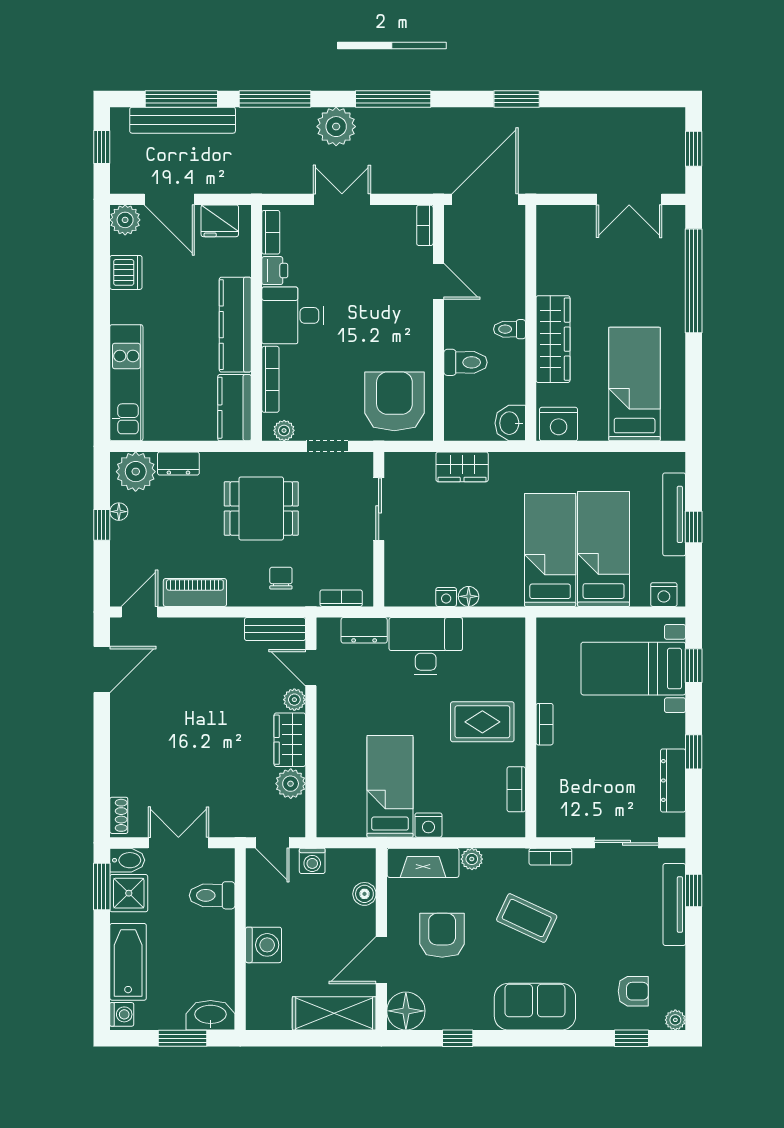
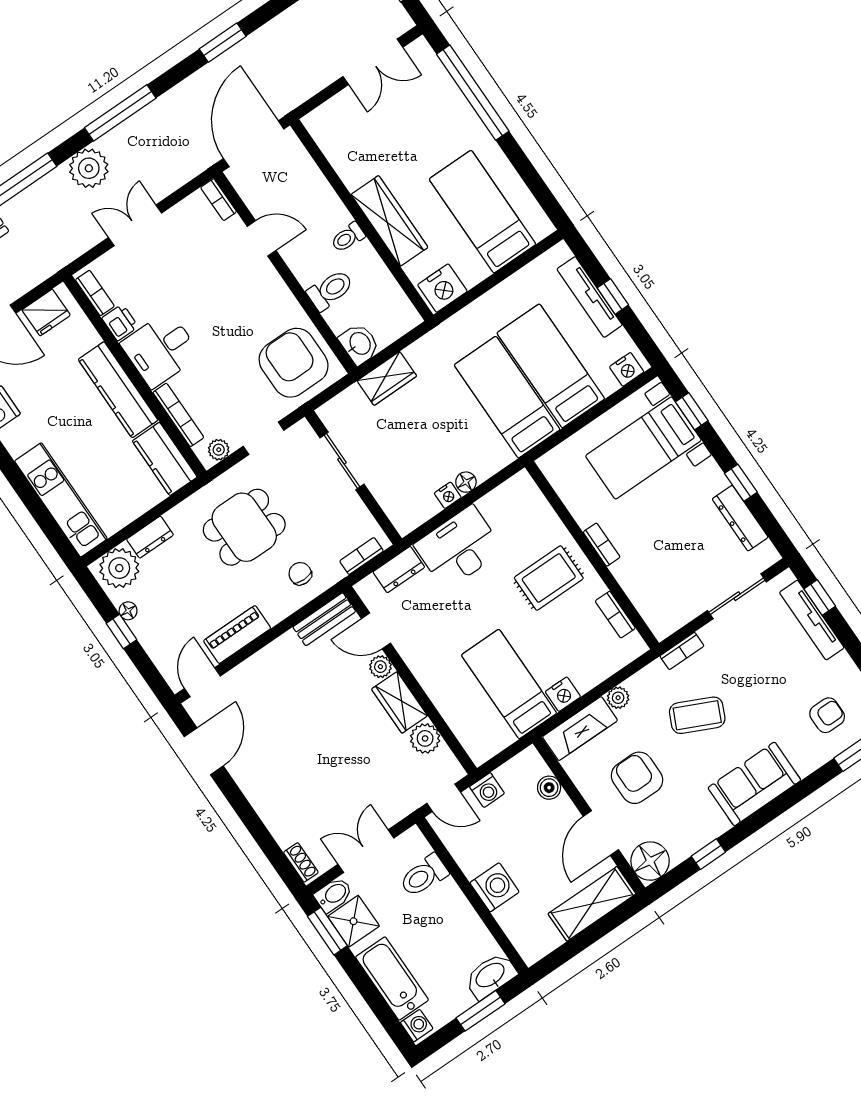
washbasin: (510, 423) -> (359, 344), moved, turned 180

